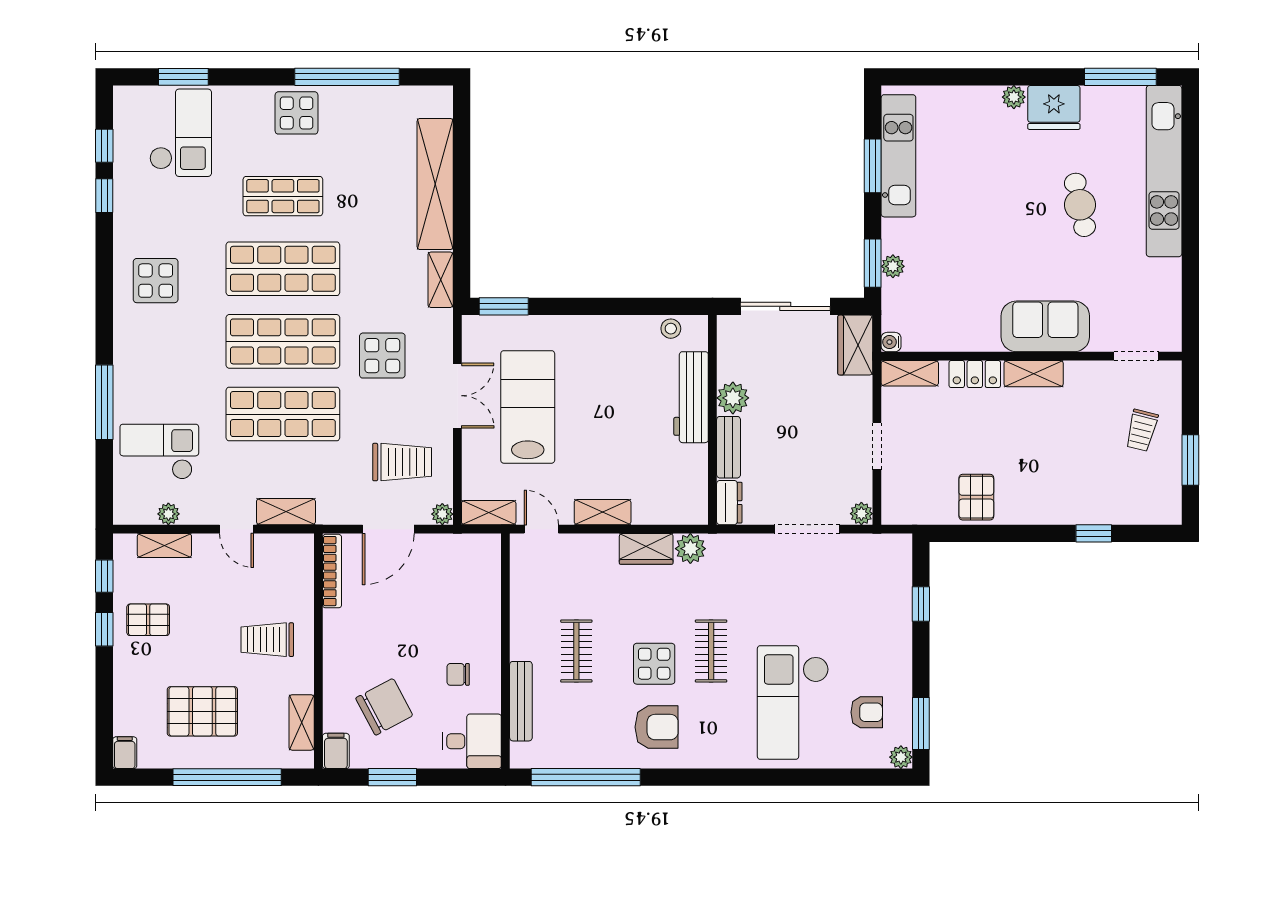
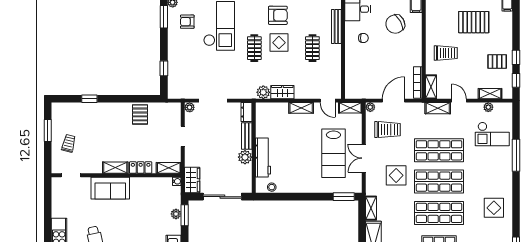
trolley: (402, 462) -> (388, 130), turned 180
shelving: (302, 722) -> (431, 87), moved
armchair: (657, 727) -> (278, 15), turned 180

